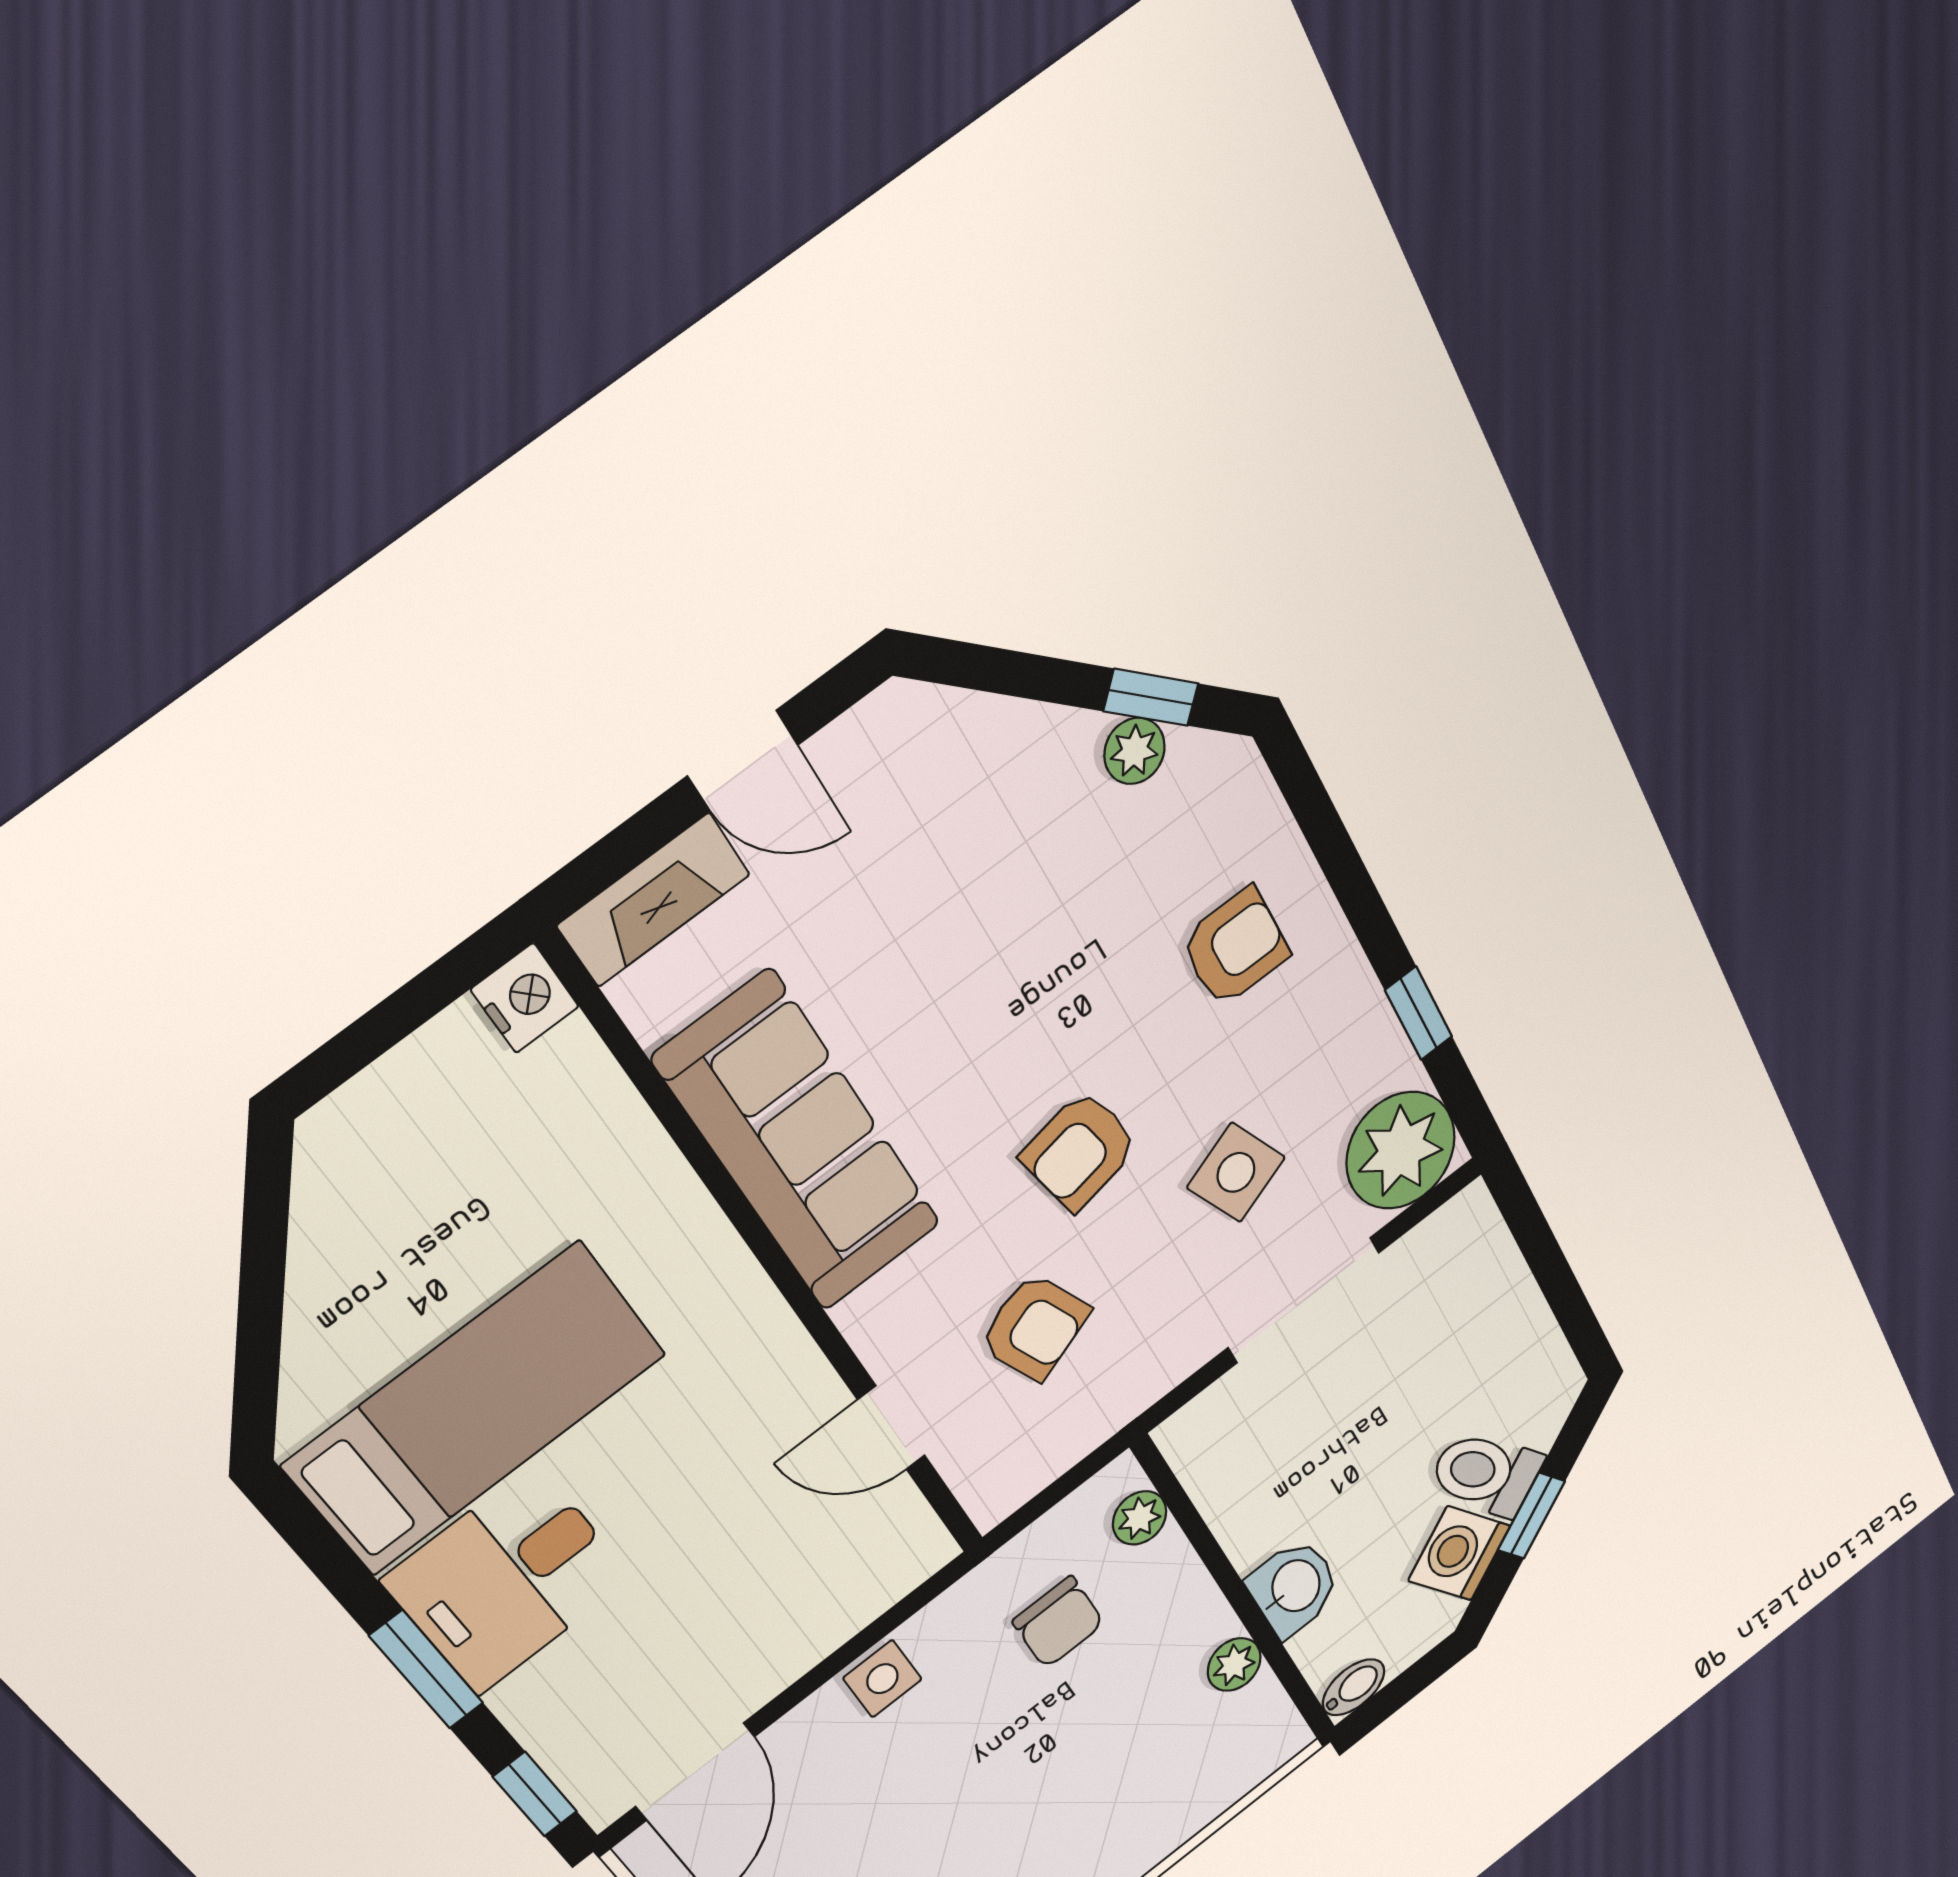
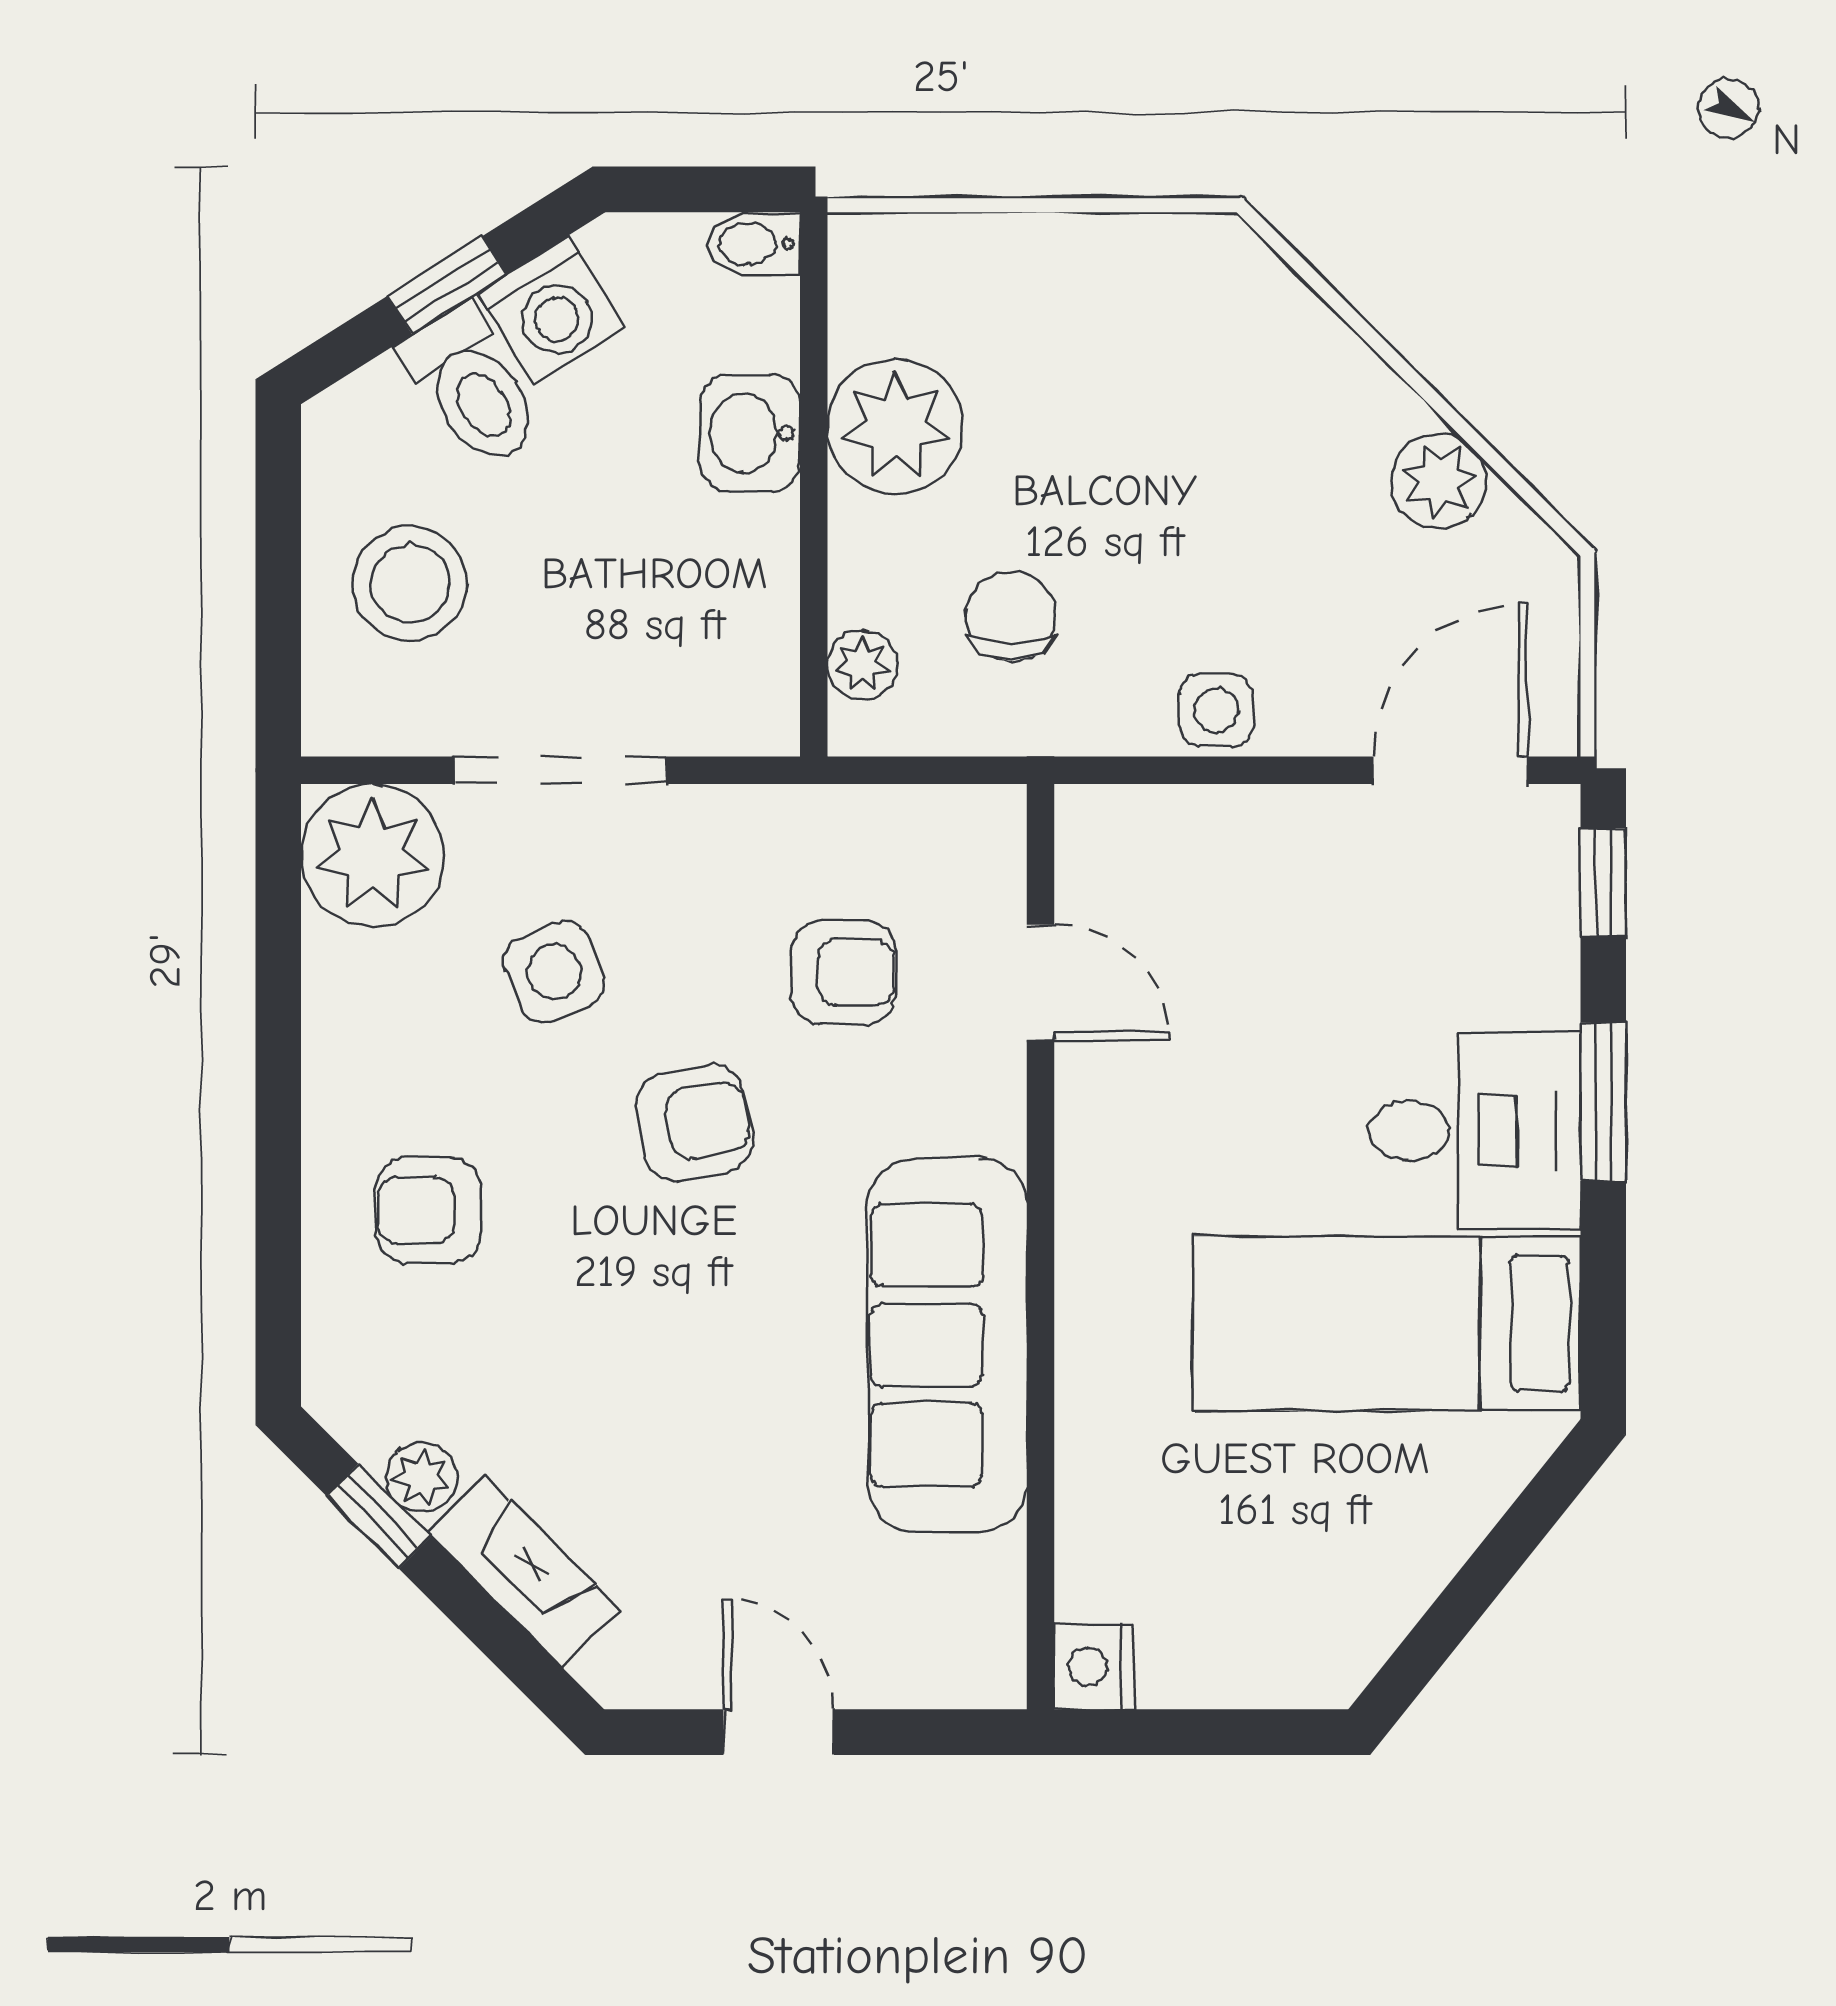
fireplace: (654, 900) -> (524, 1571), moved, turned 45
window: (1419, 1013) -> (278, 993), removed
armchair: (1035, 1327) -> (843, 972), turned 112
stool: (1464, 1333) -> (410, 583), added
plant: (1234, 1664) -> (895, 427), width x1.88, depth x1.88

